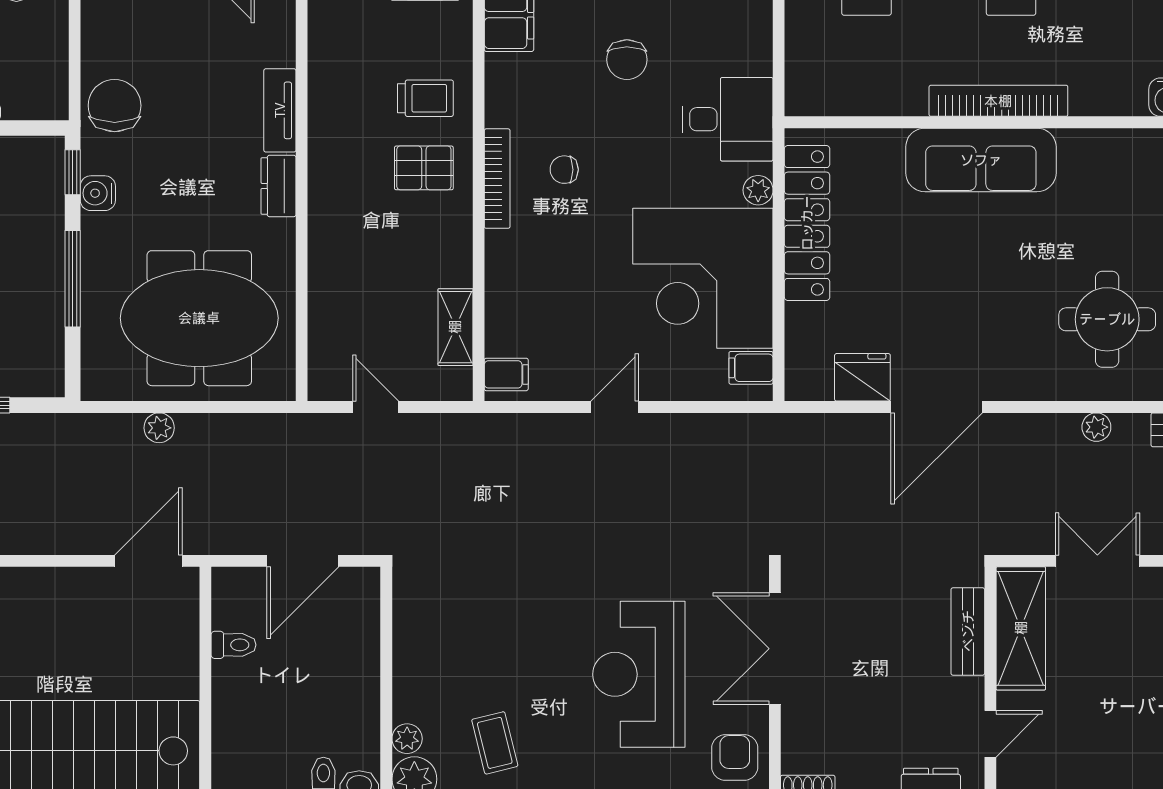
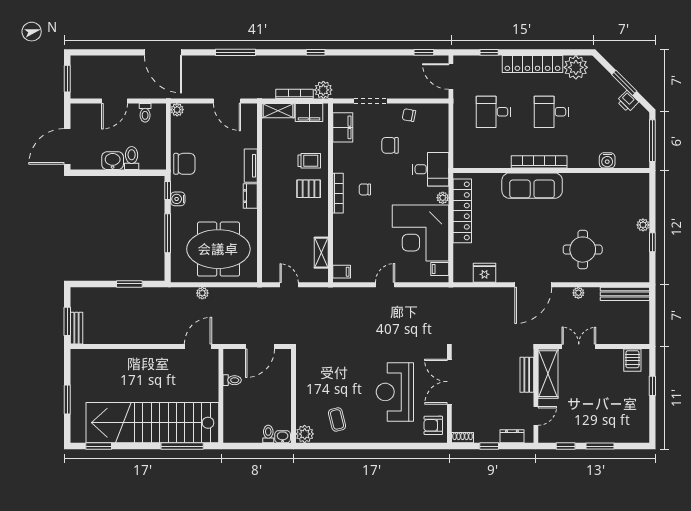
chair: (627, 60) -> (390, 145), turned 90
chair: (115, 106) -> (184, 164), turned 90
door: (937, 407) -> (533, 285), moved
plant: (407, 739) -> (302, 418), removed
armchair: (735, 757) -> (433, 425), turned -90

